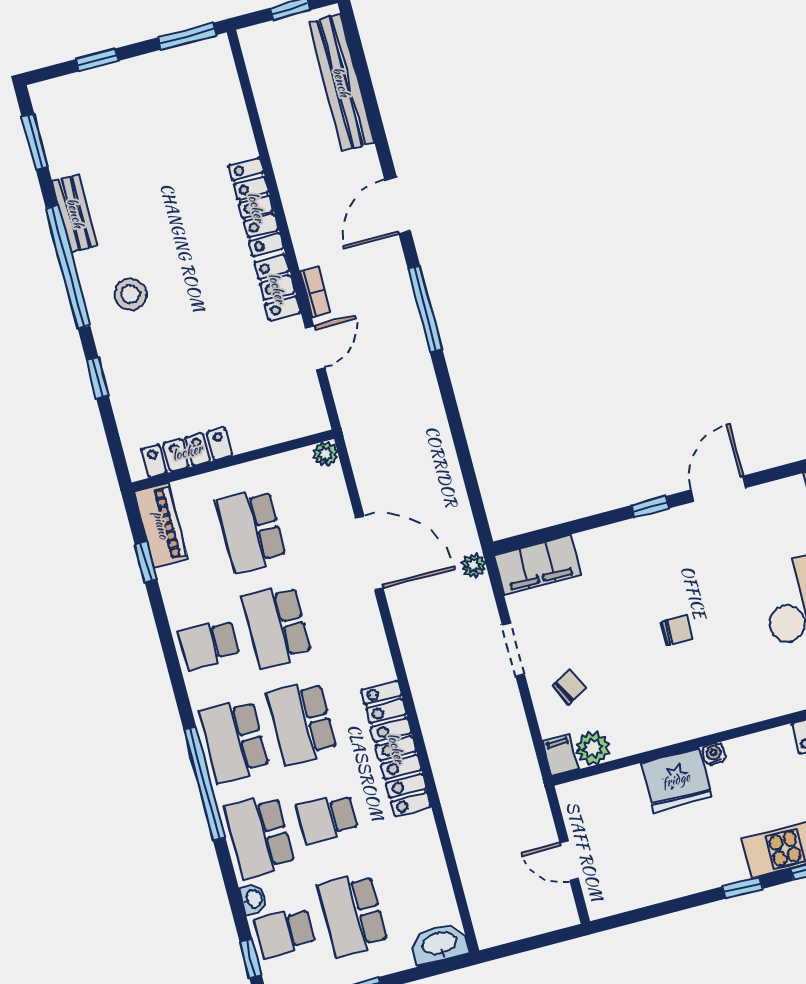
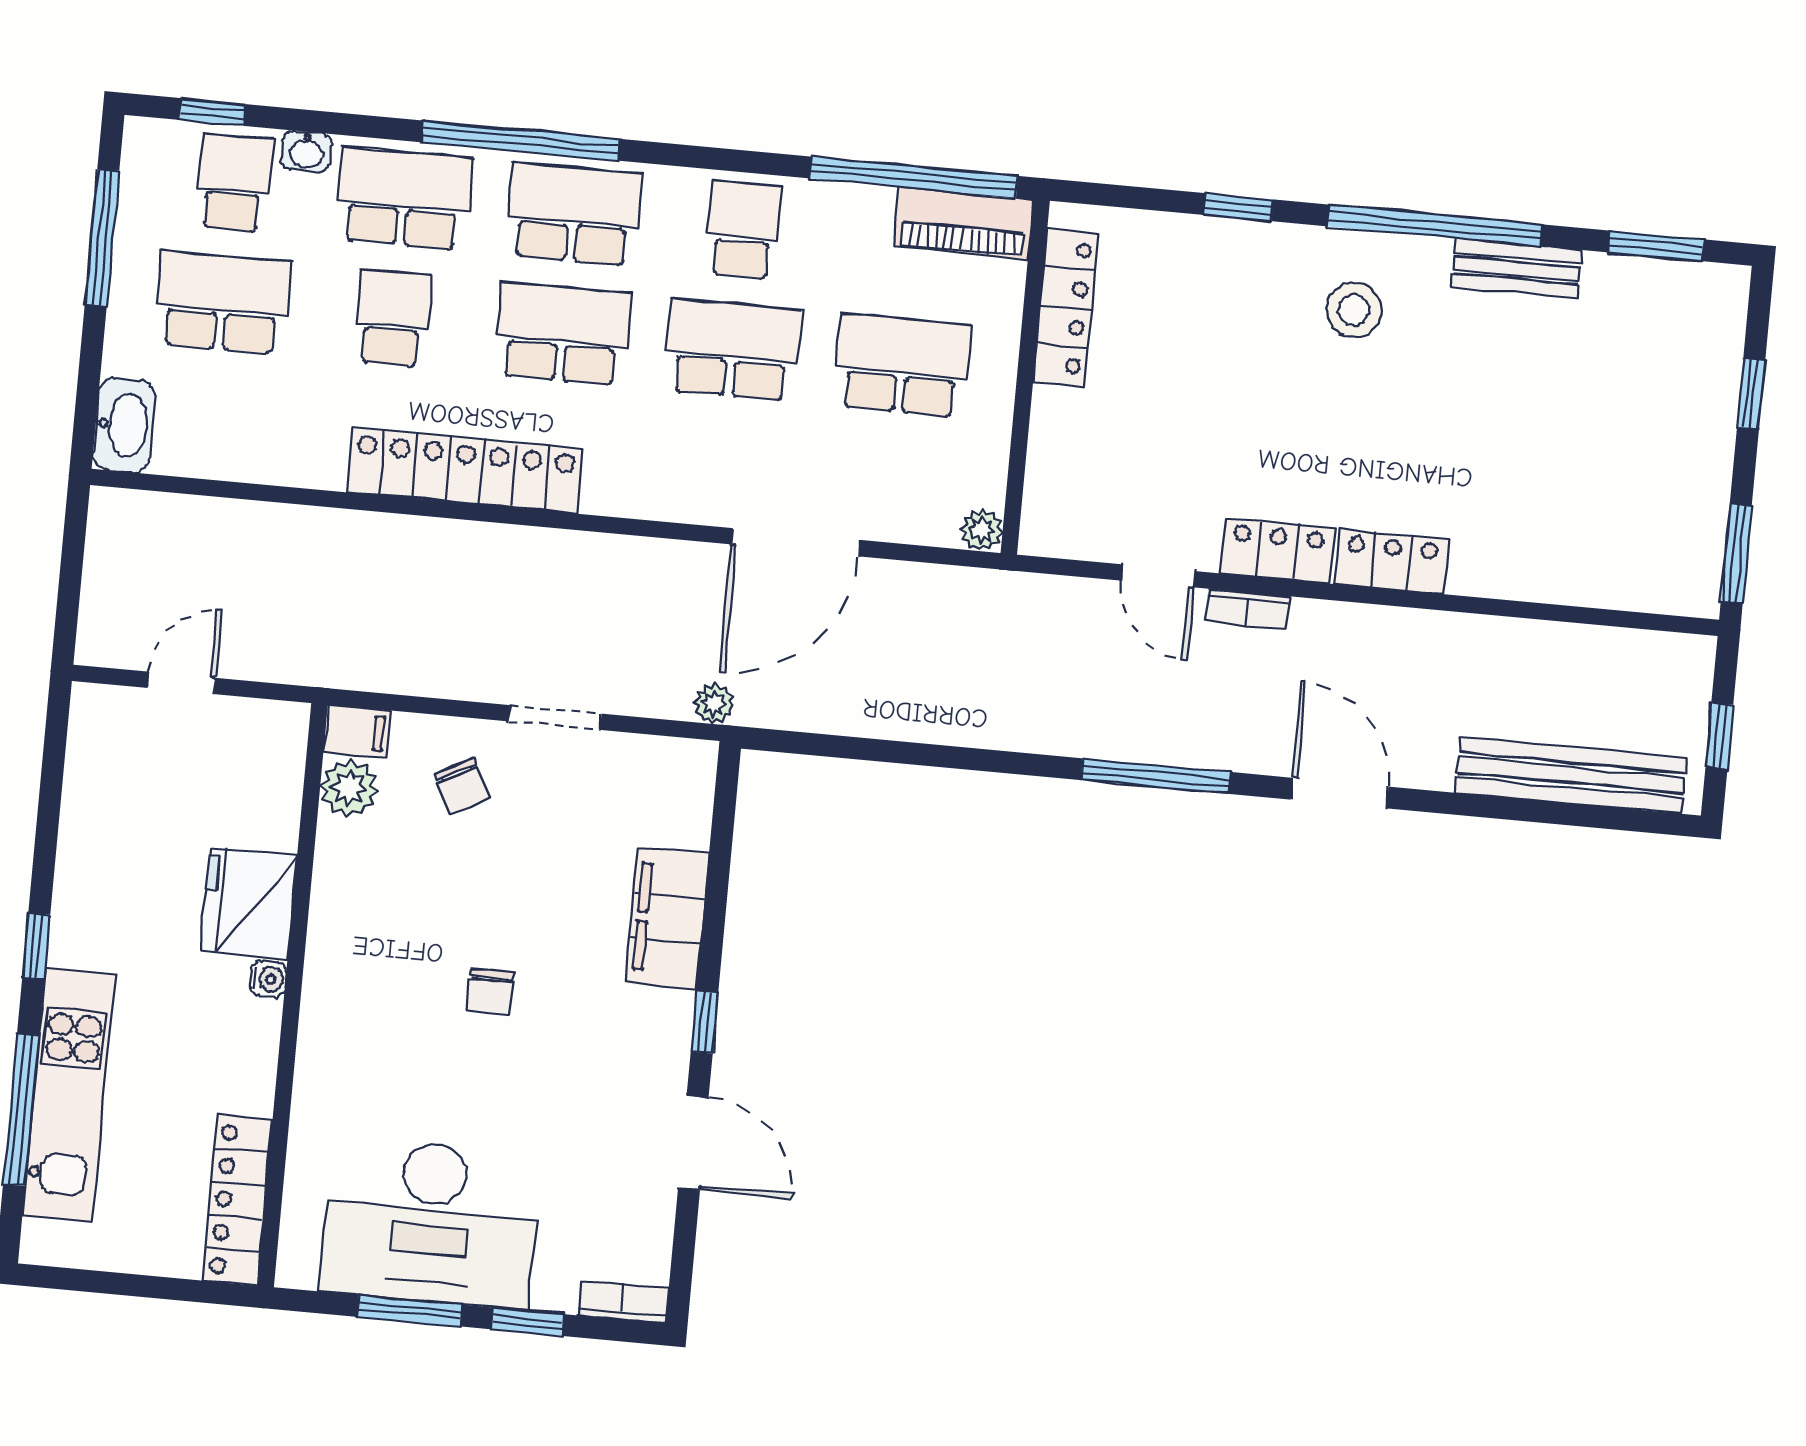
locker: (256, 207) -> (1392, 561), width x0.66
window: (146, 562) -> (914, 177), width x3.17
filing cabinet: (537, 565) -> (667, 918), moved

